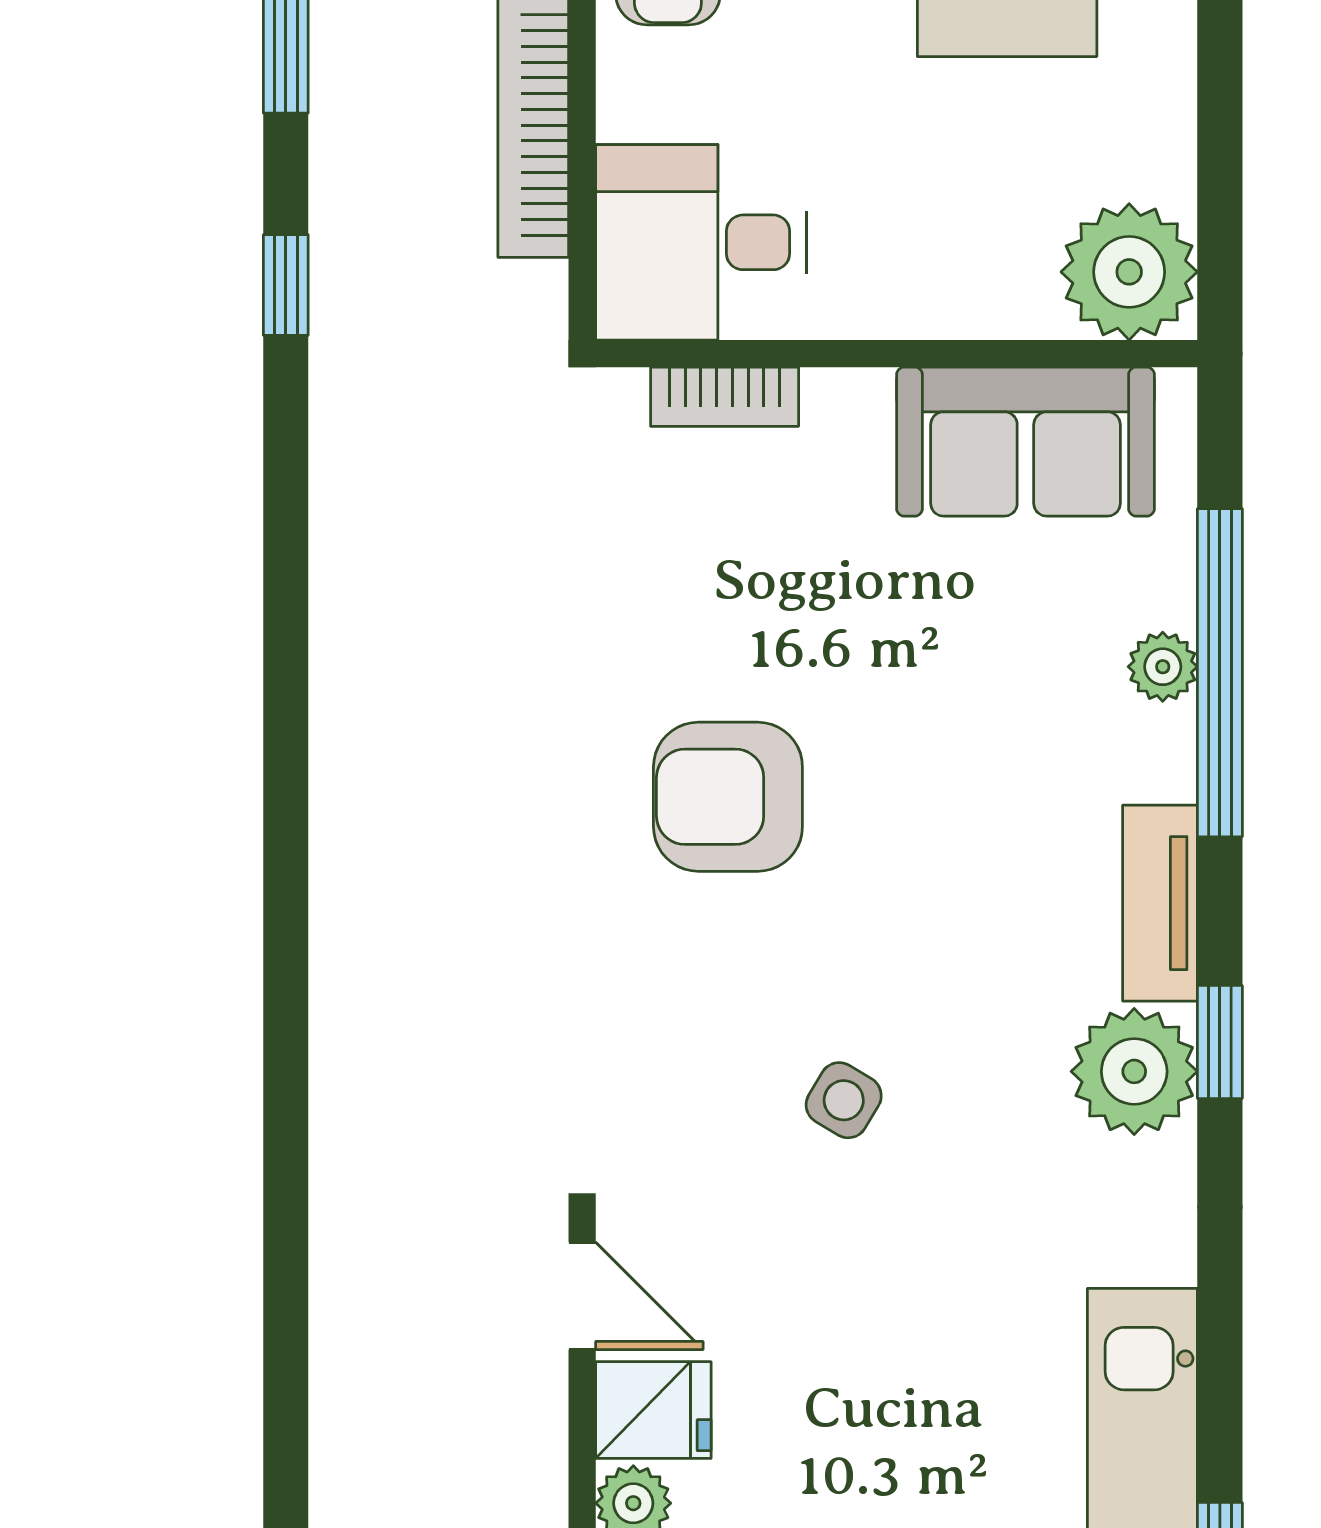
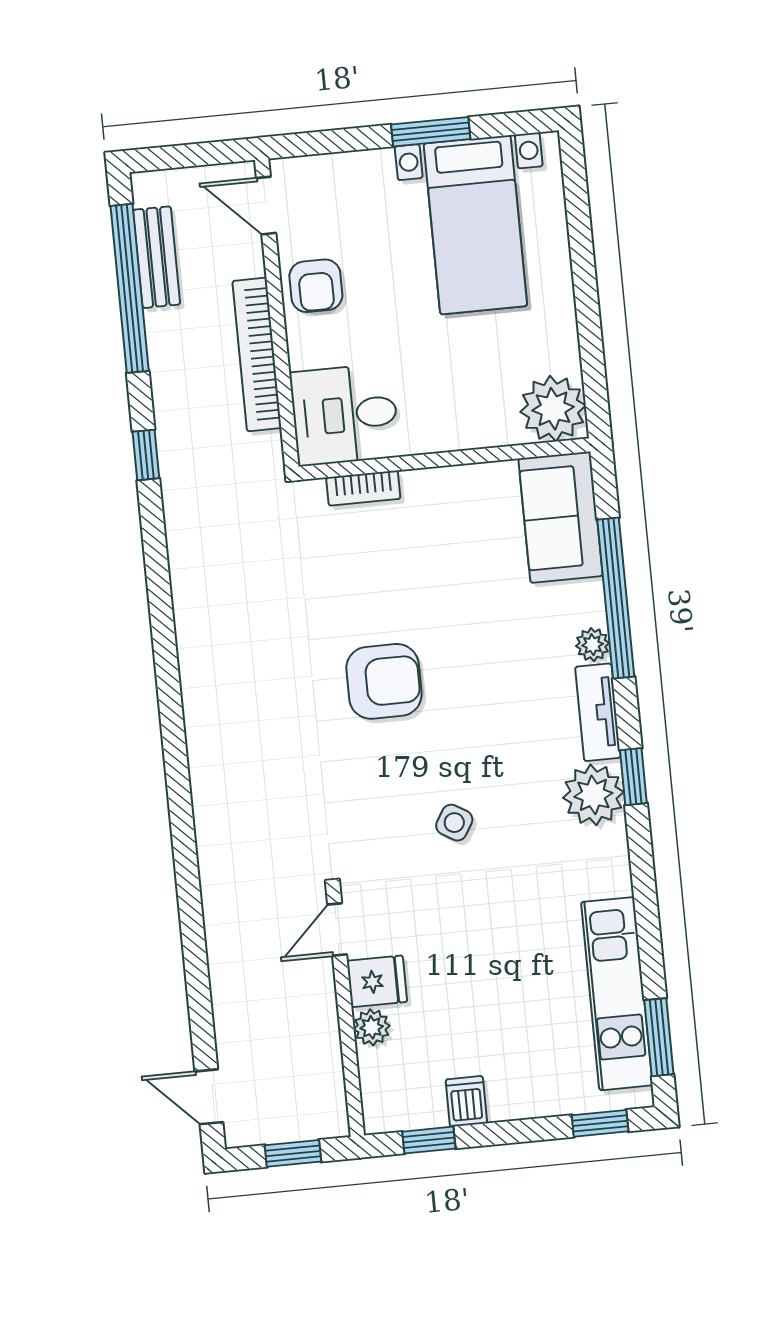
sofa: (1025, 442) -> (561, 517), moved, turned 90
plant: (1163, 667) -> (593, 645), moved
armchair: (728, 797) -> (384, 681), turned 180
door: (582, 1296) -> (337, 930), swing flipped

